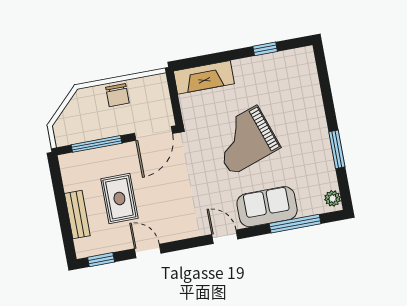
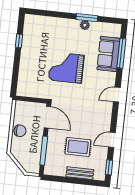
fireplace: (204, 77) -> (25, 80), removed
grand piano: (244, 140) -> (66, 68), turned 109
plant: (333, 198) -> (85, 25), moved
sofa: (267, 207) -> (109, 54), moved

